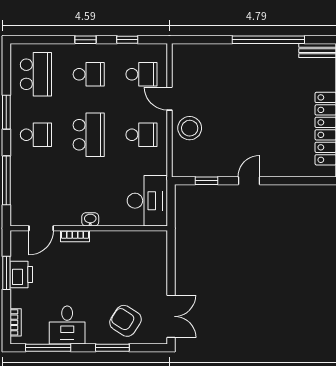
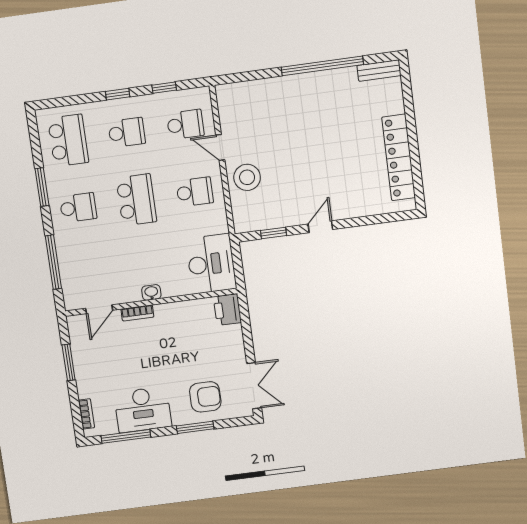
printer: (21, 274) -> (227, 310), moved, turned 180
armchair: (125, 321) -> (205, 397), turned 147
desk: (67, 325) -> (143, 410), width x1.37

